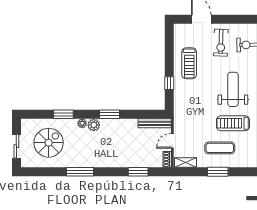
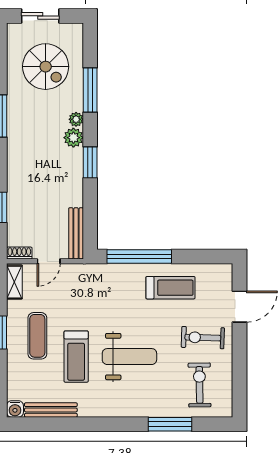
treadmill: (189, 63) -> (171, 288), turned 180
window: (169, 83) -> (139, 256), width x3.17
window: (63, 114) -> (90, 90), width x1.44
treadmill: (233, 123) -> (76, 357), turned 180
door: (172, 141) -> (49, 261), swing flipped

